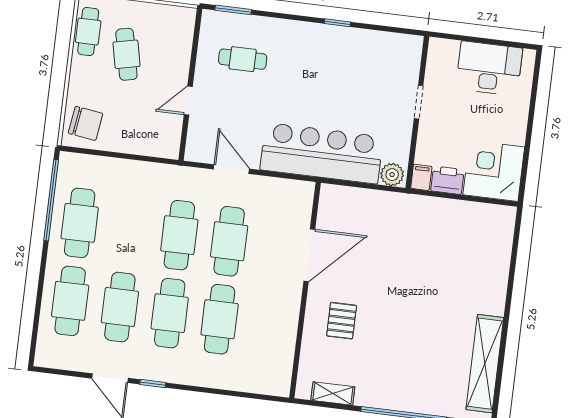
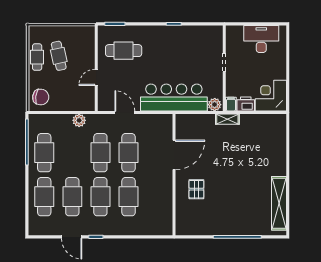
cafe table: (88, 32) -> (37, 57), moved
cafe table: (243, 59) -> (124, 51), width x1.37, depth x1.35
plant: (149, 173) -> (79, 120), added
shelving: (333, 393) -> (227, 119), moved

